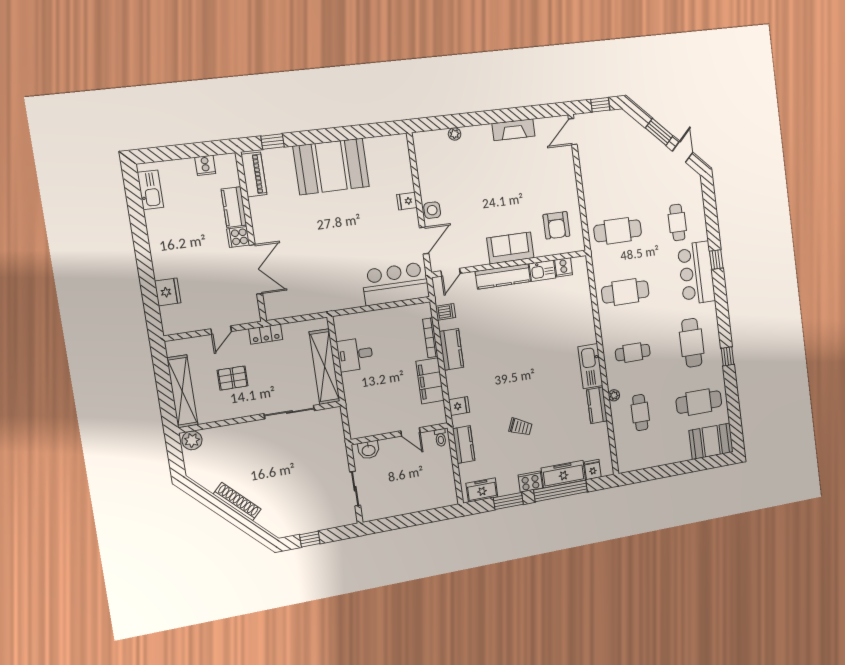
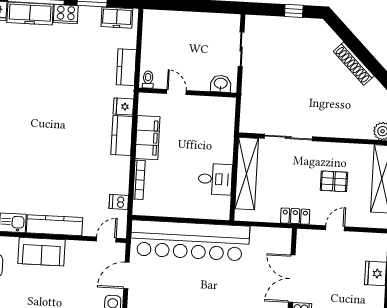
bar counter: (396, 284) -> (190, 241), width x1.86
kitchen counter: (451, 349) -> (122, 136), moved
trolley: (520, 427) -> (65, 72), removed

